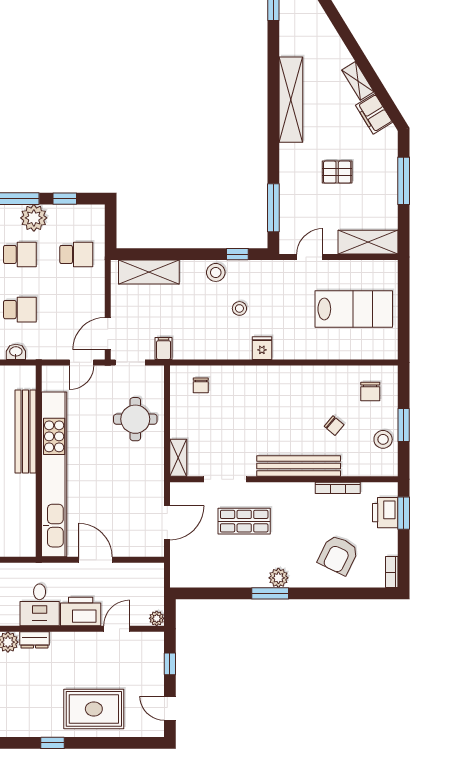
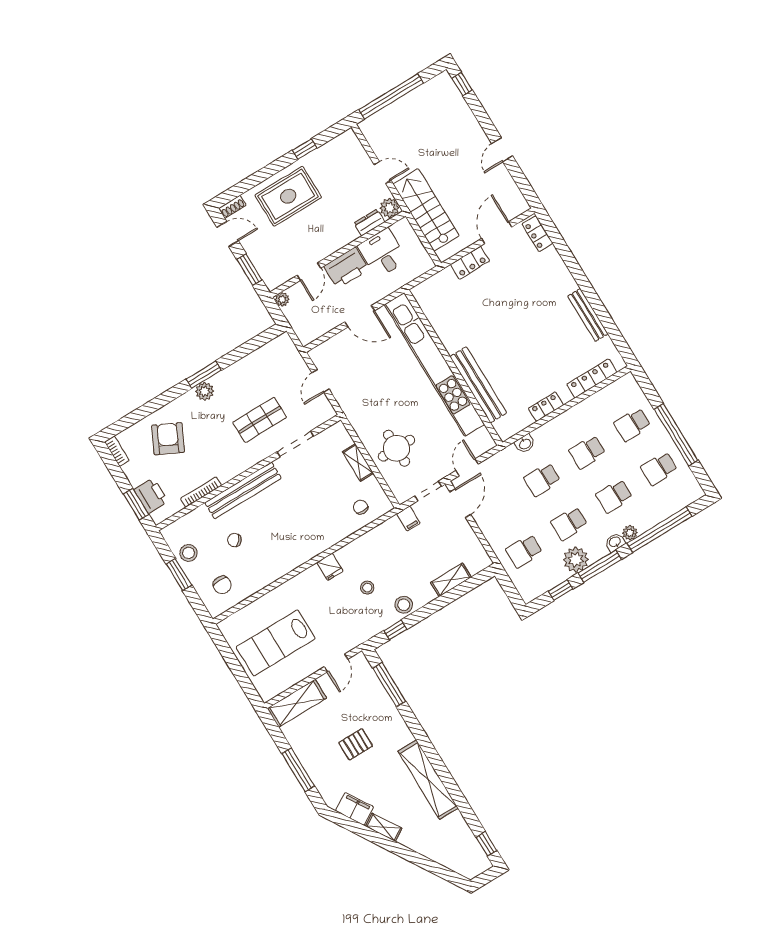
shelving: (149, 272) -> (451, 580), width x0.67, depth x0.75
chair: (370, 392) -> (222, 585), turned 180
shelving: (178, 458) -> (358, 463), moved
door: (167, 523) -> (321, 381), width x0.73
window: (170, 664) -> (249, 270), width x1.50
shoe rack: (151, 730) -> (232, 207), added

